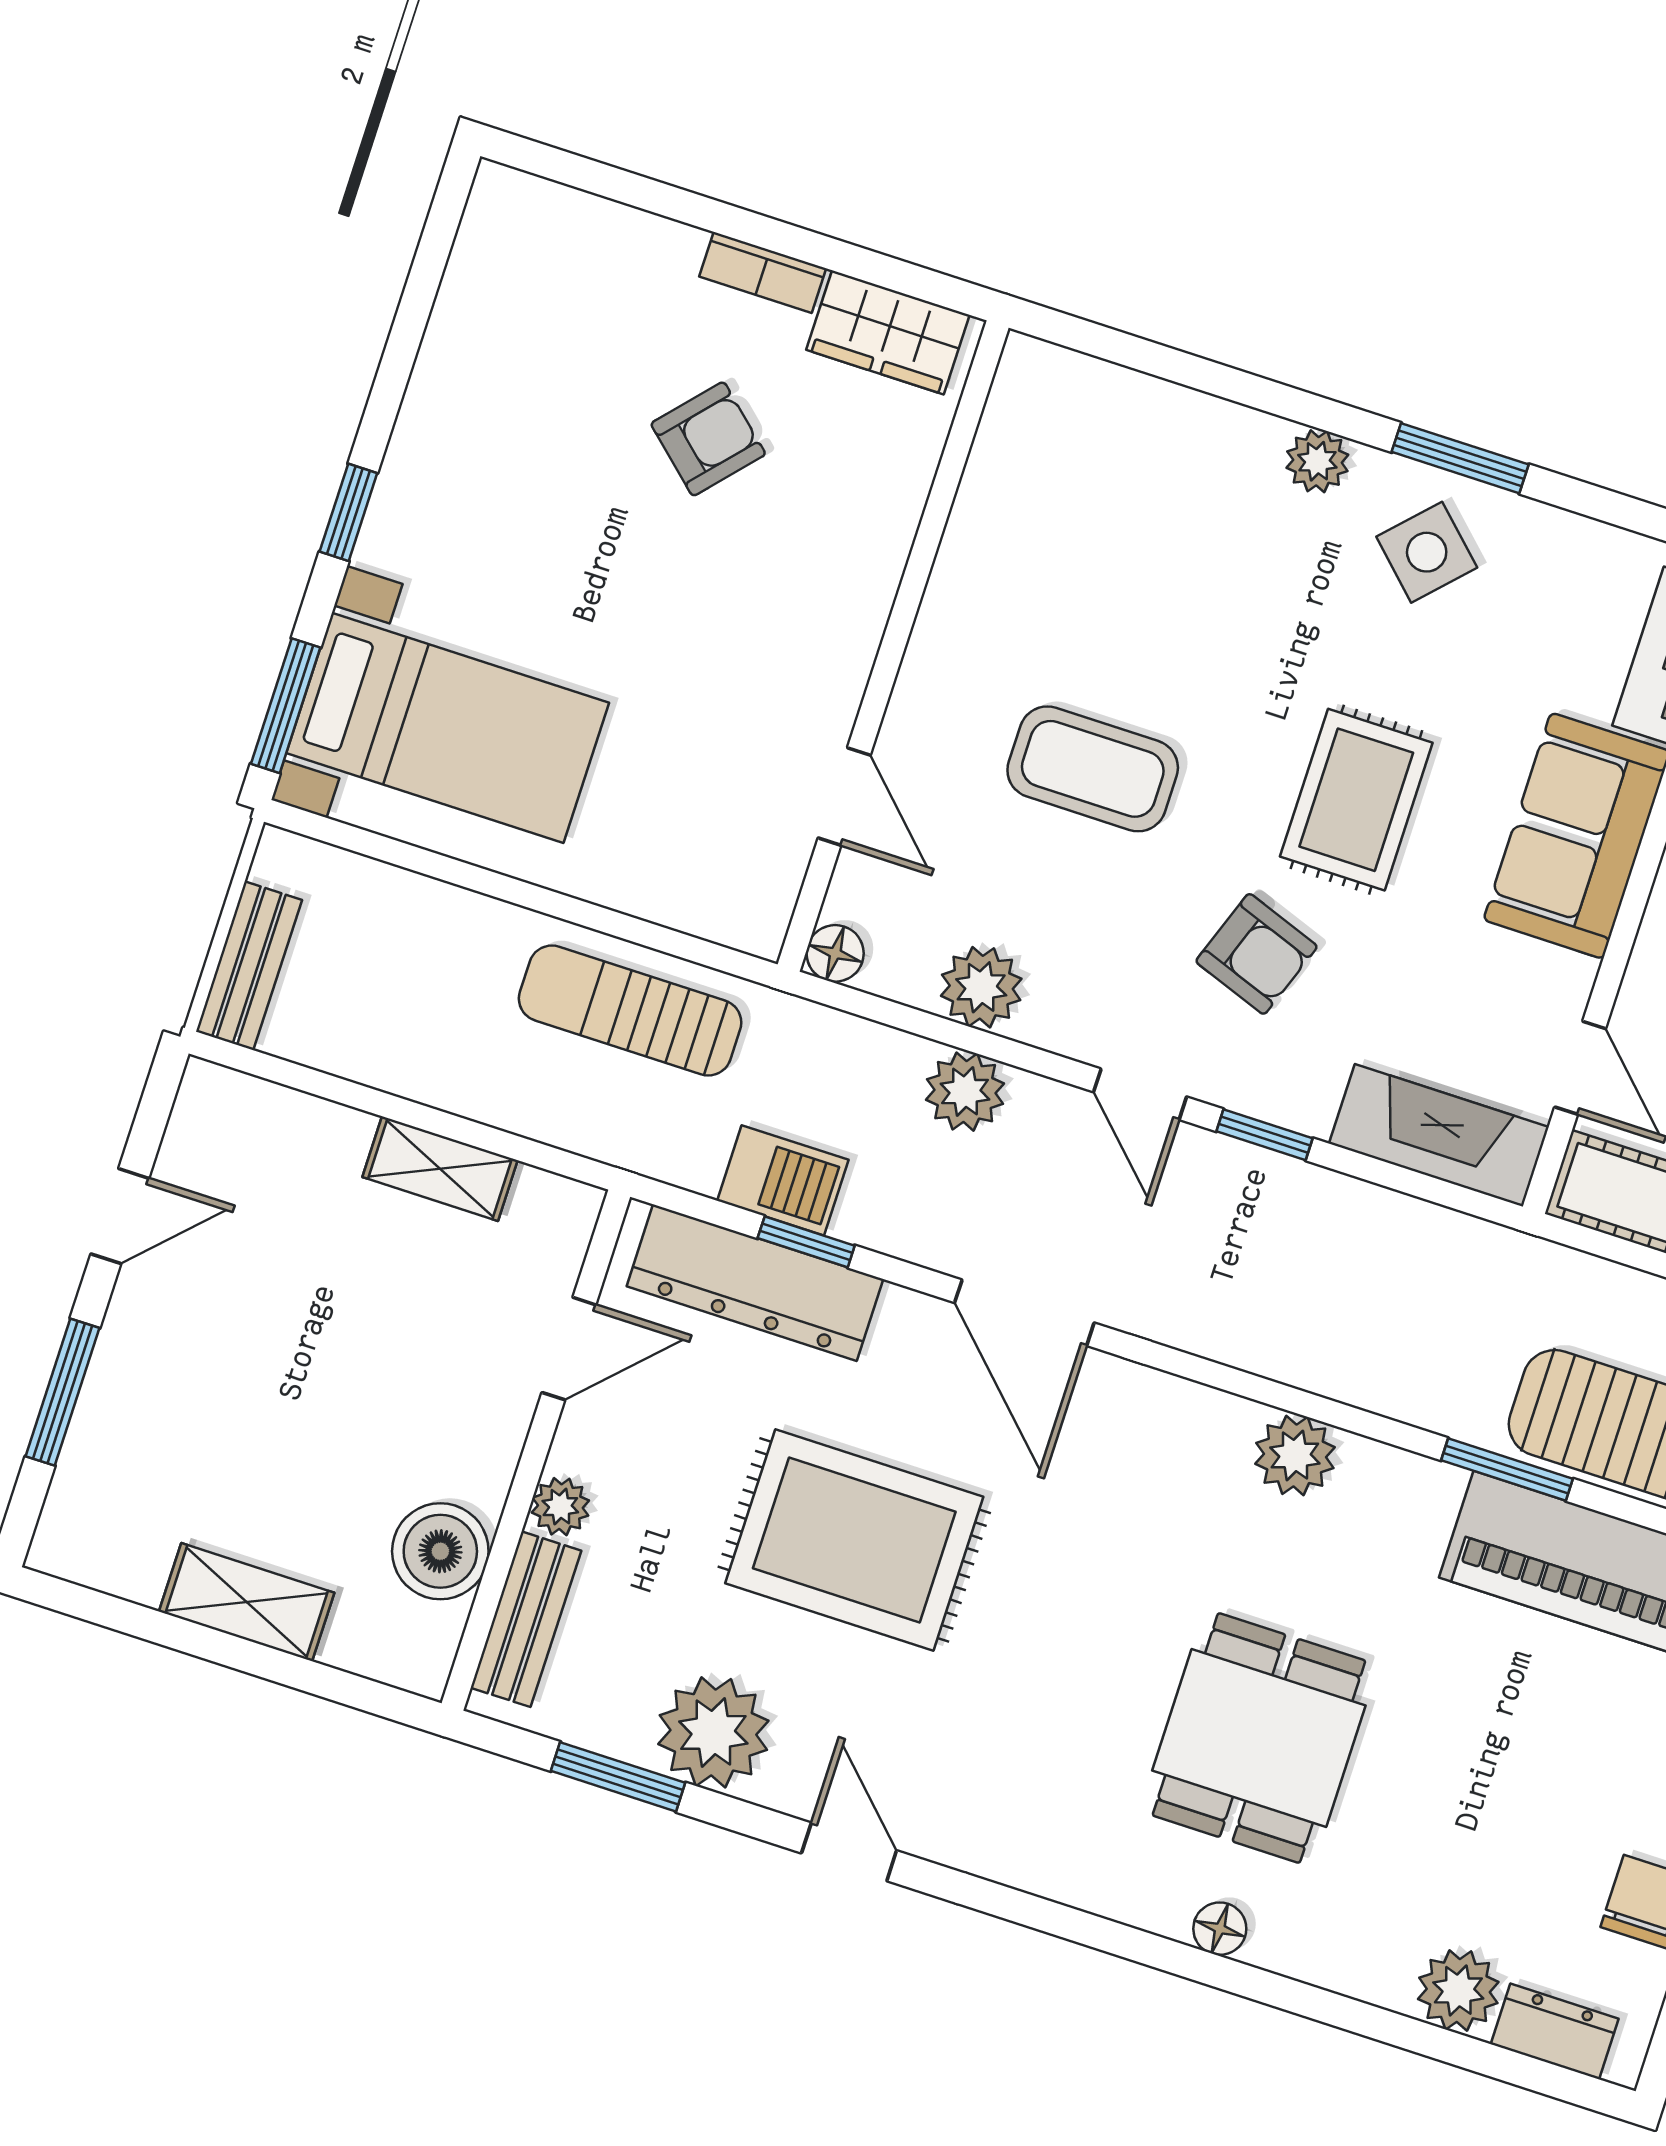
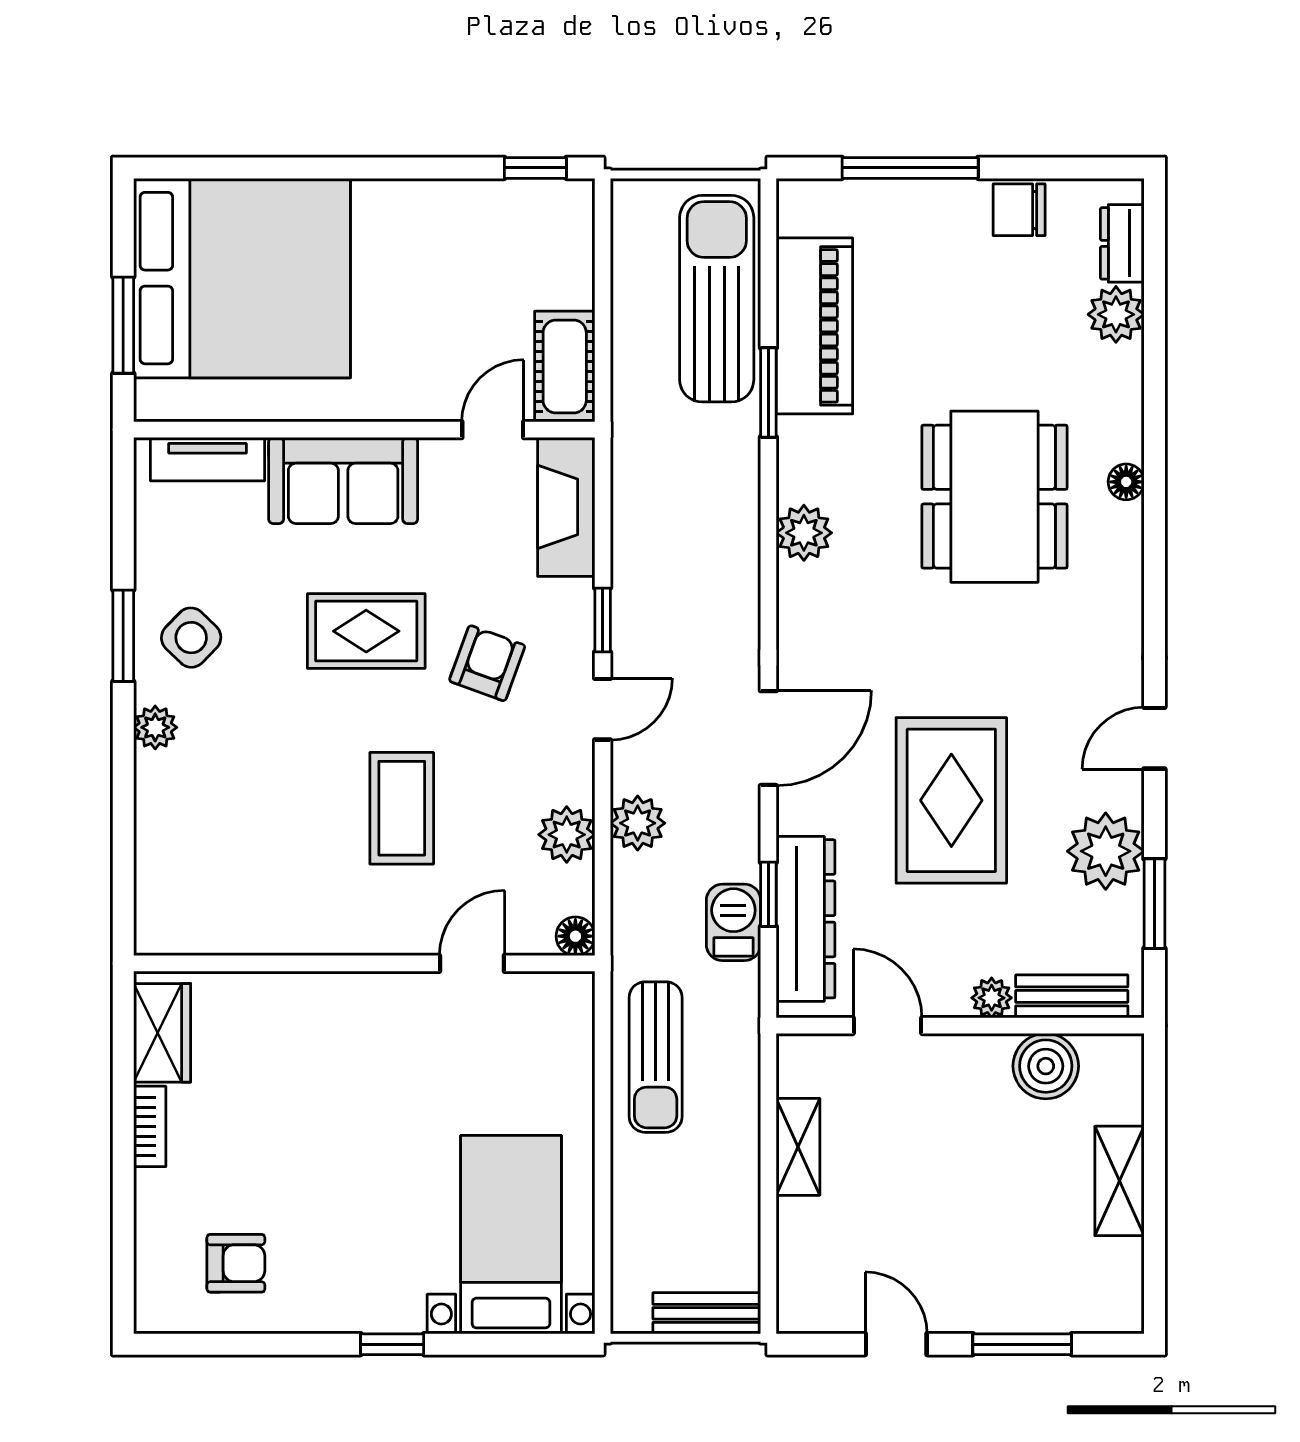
armchair: (708, 439) -> (236, 1263), moved, turned 138
window: (286, 706) -> (531, 1344), removed
dining table: (1259, 1738) -> (994, 497), width x1.38

